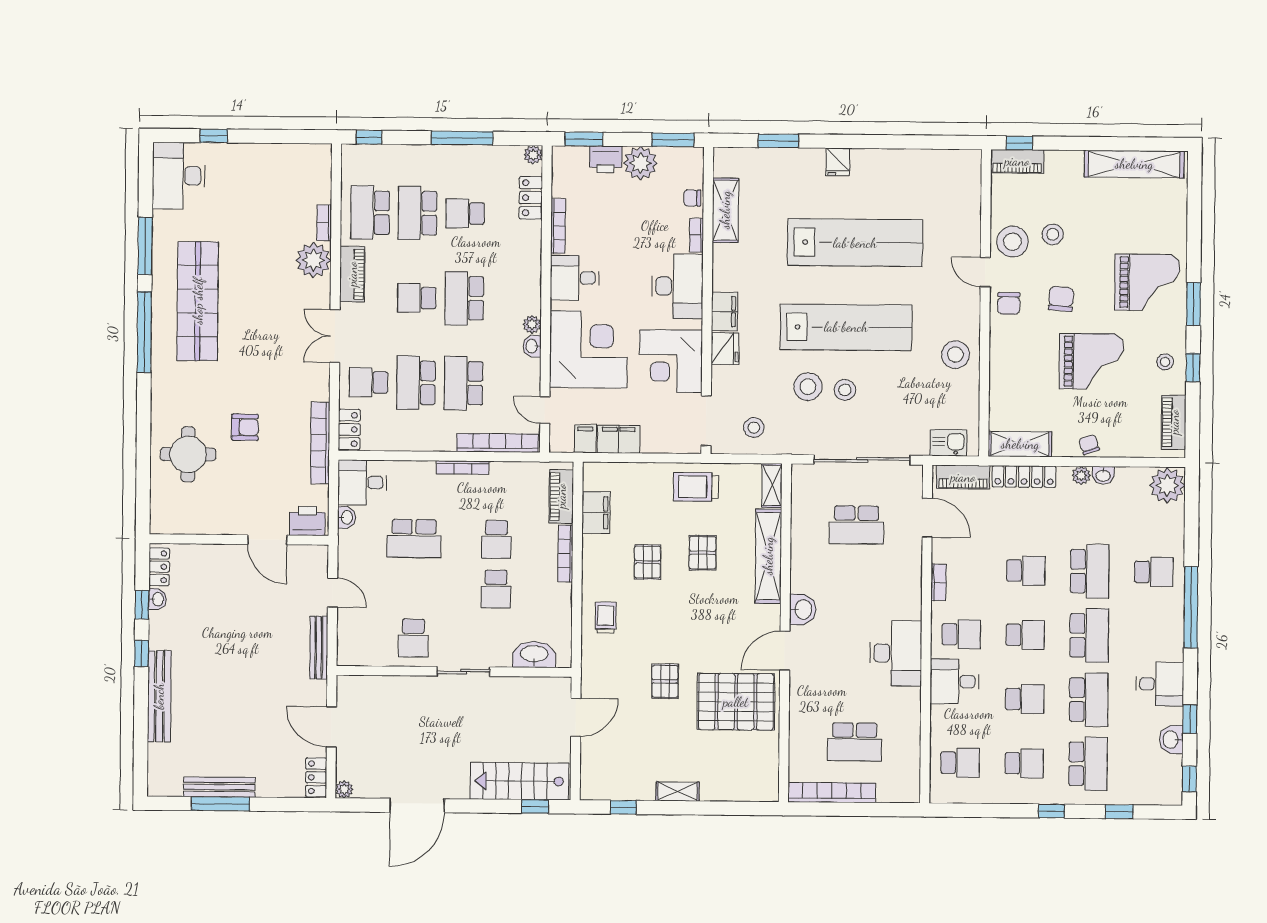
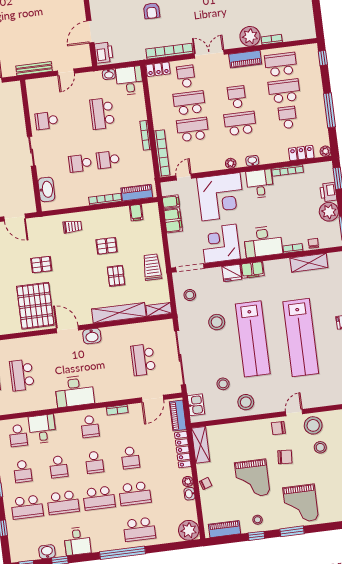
washbasin: (532, 346) -> (252, 161), moved
stool: (845, 390) -> (223, 384), moved
bookcase: (320, 443) -> (169, 51), moved
filing cabinet: (596, 513) -> (136, 213), width x0.50
pallet: (703, 553) -> (116, 276), turned 90
school desk: (1154, 572) -> (139, 529), width x1.85
desk: (954, 682) -> (42, 429), moved

